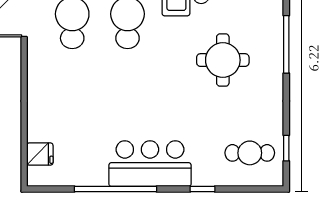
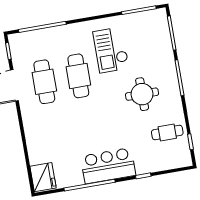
cafe table: (250, 153) -> (167, 132), moved
fridge: (40, 154) -> (43, 177), width x1.88, depth x1.34

